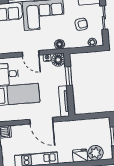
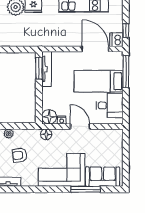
window: (69, 76) -> (39, 68), moved
door: (41, 121) -> (95, 49), moved

